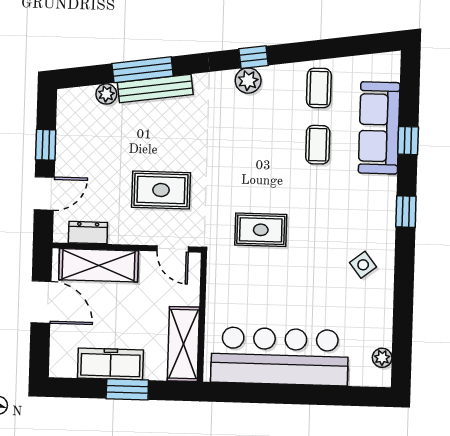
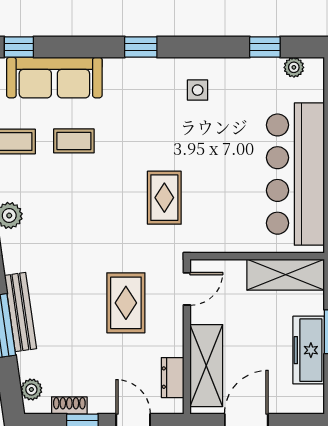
plant: (106, 94) -> (31, 390), moved
shoe rack: (64, 133) -> (69, 405), added
window: (408, 141) -> (19, 47), moved
side table: (363, 265) -> (198, 90), turned 38
window: (402, 331) -> (265, 47), added

